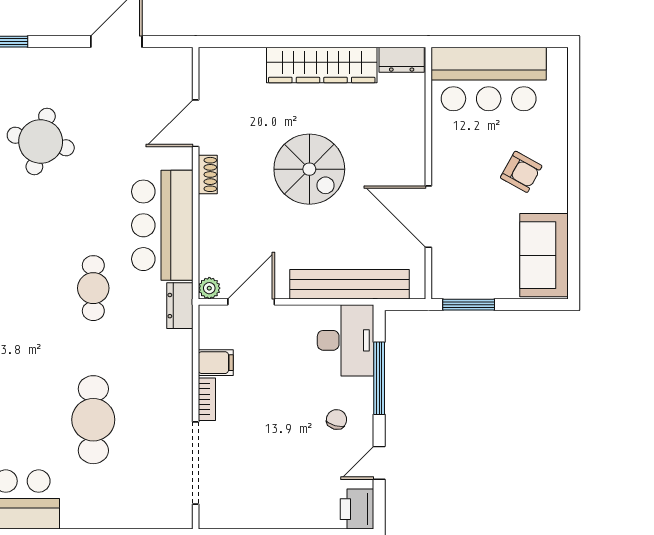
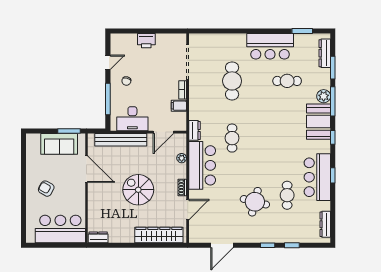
wardrobe: (322, 65) -> (159, 235), moved
sofa: (544, 255) -> (59, 144), moved, turned 90
plant: (209, 288) -> (182, 158), moved
desk: (346, 340) -> (132, 119), moved, turned -90
printer: (357, 509) -> (146, 41), moved, turned 90

